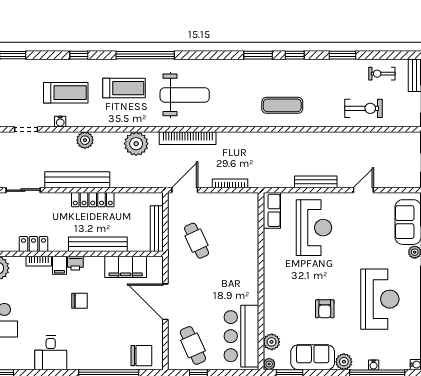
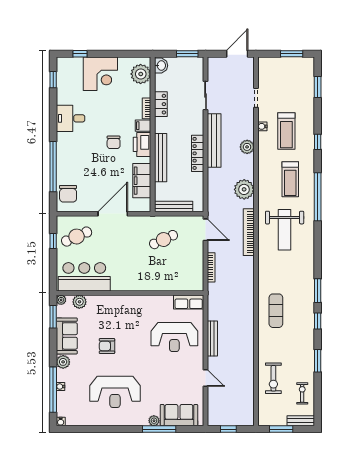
printer: (75, 263) -> (142, 144), width x1.87, depth x1.48

